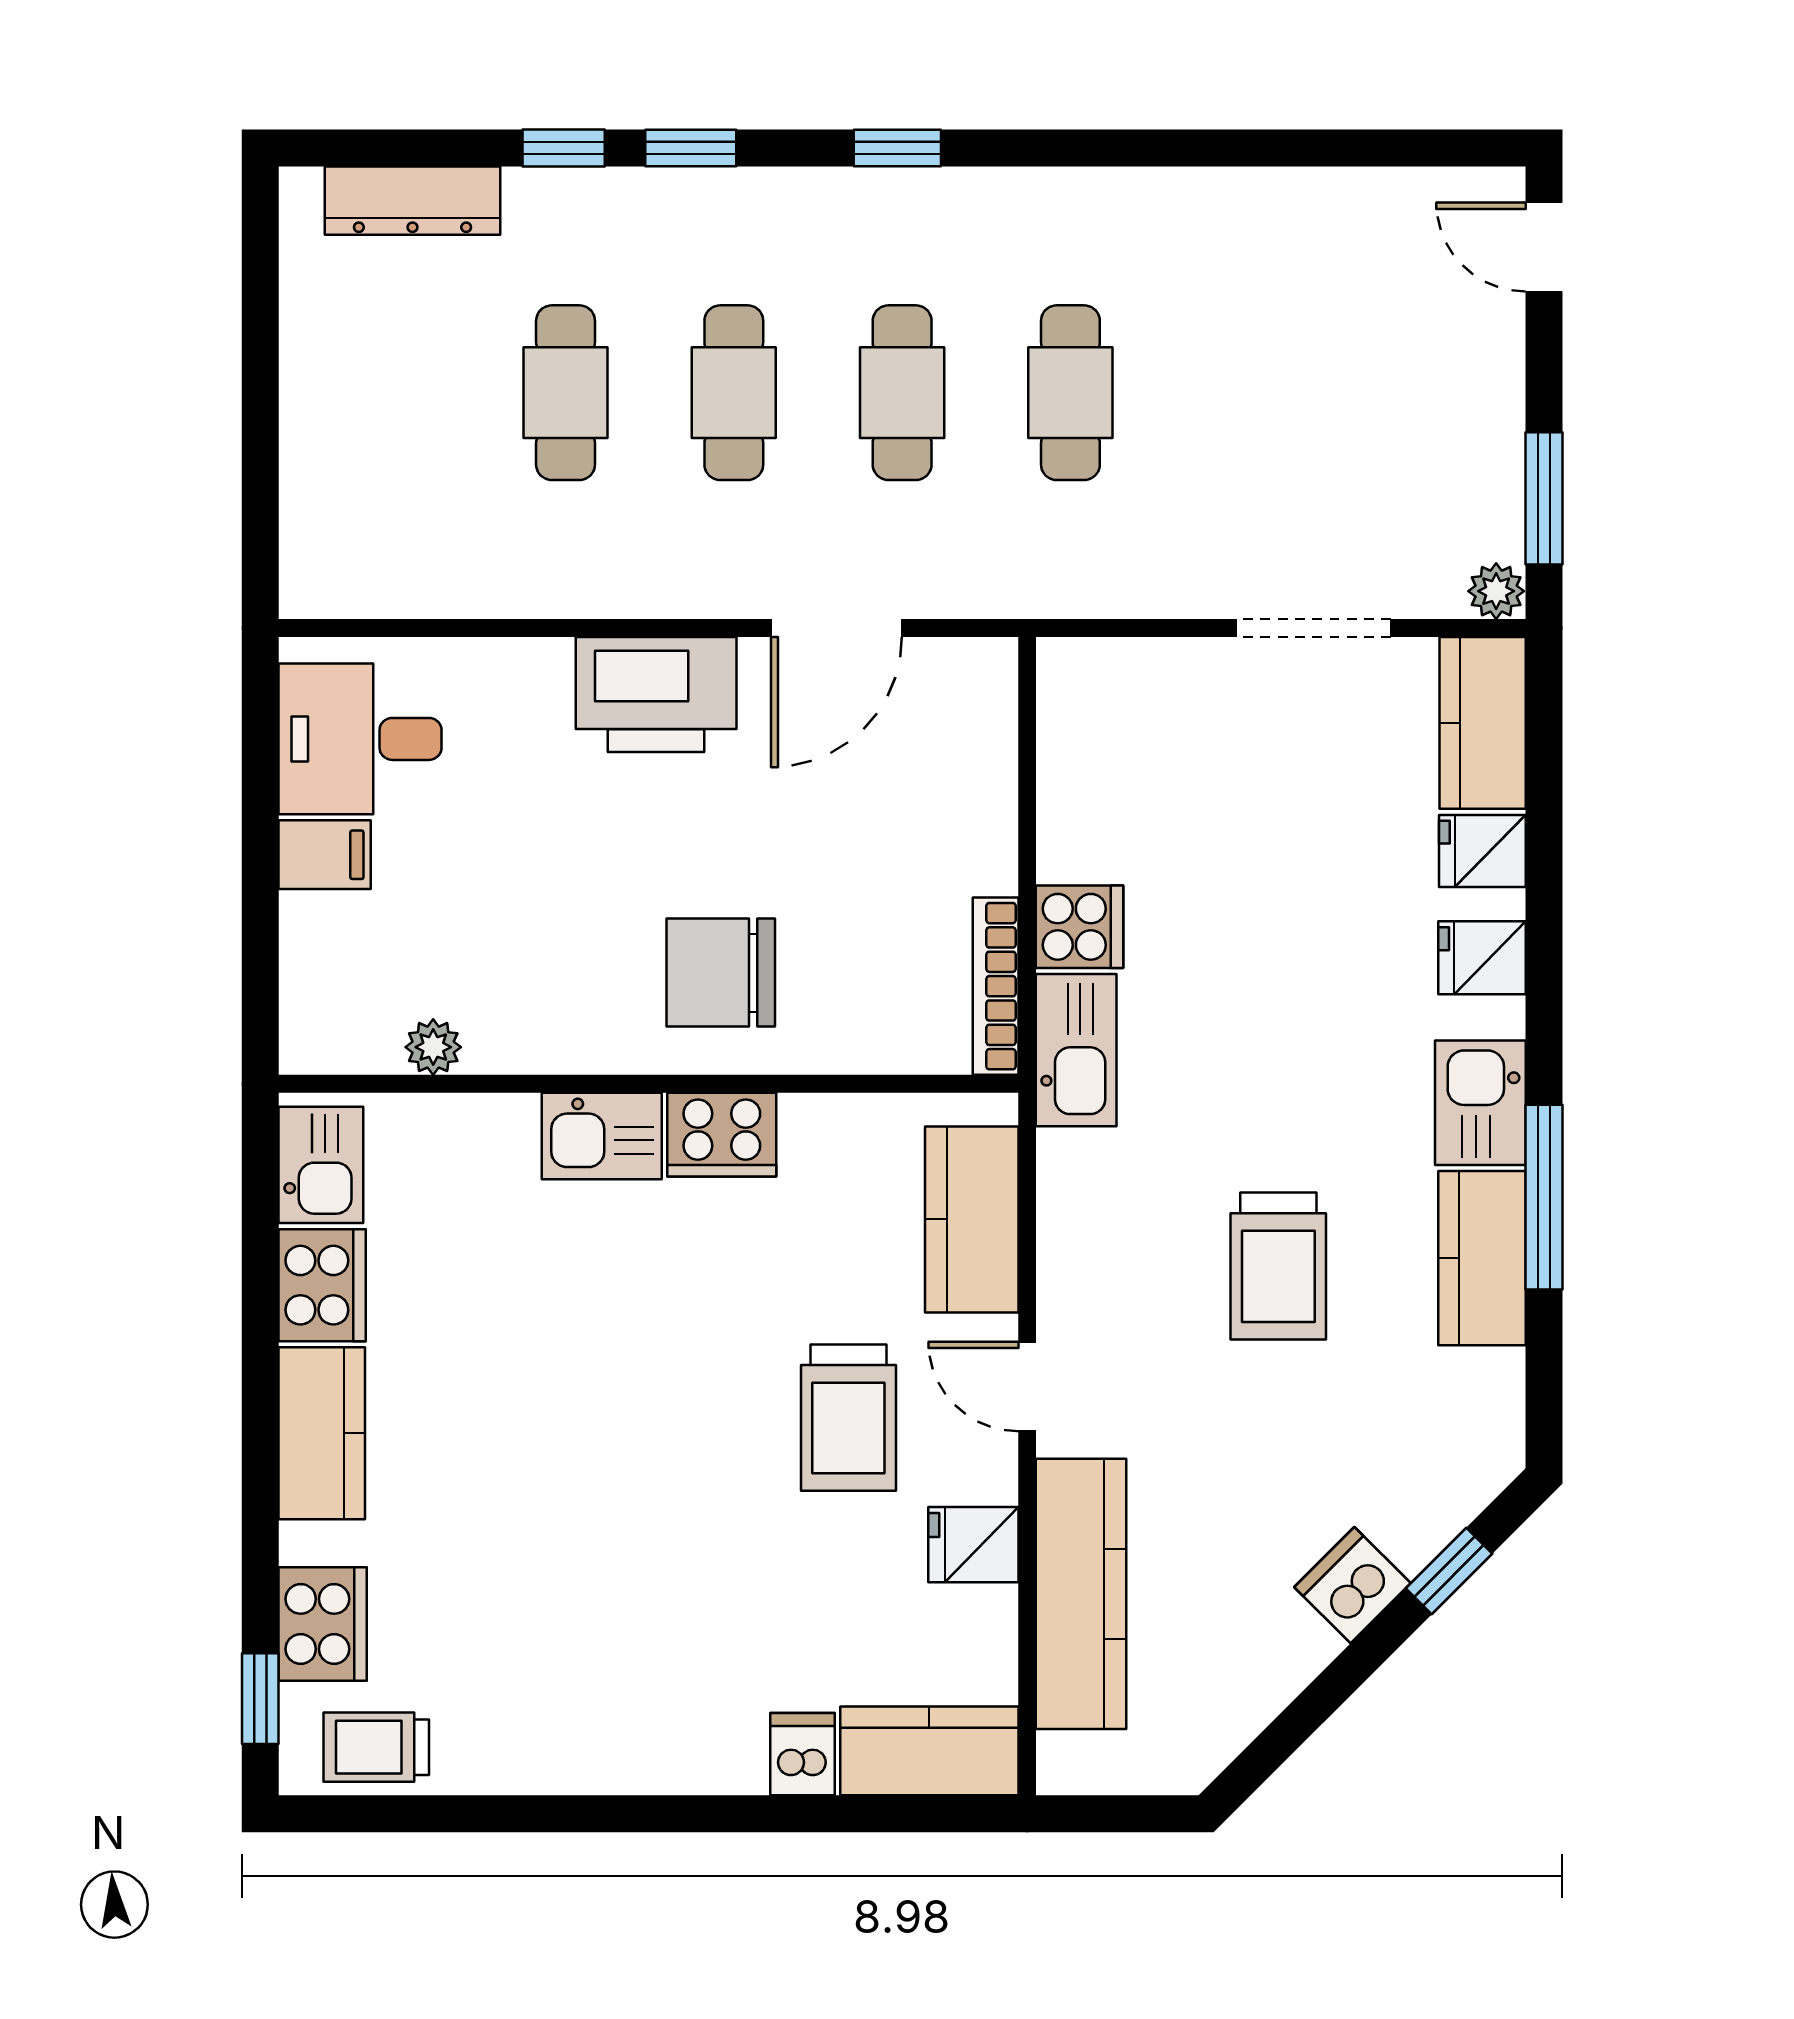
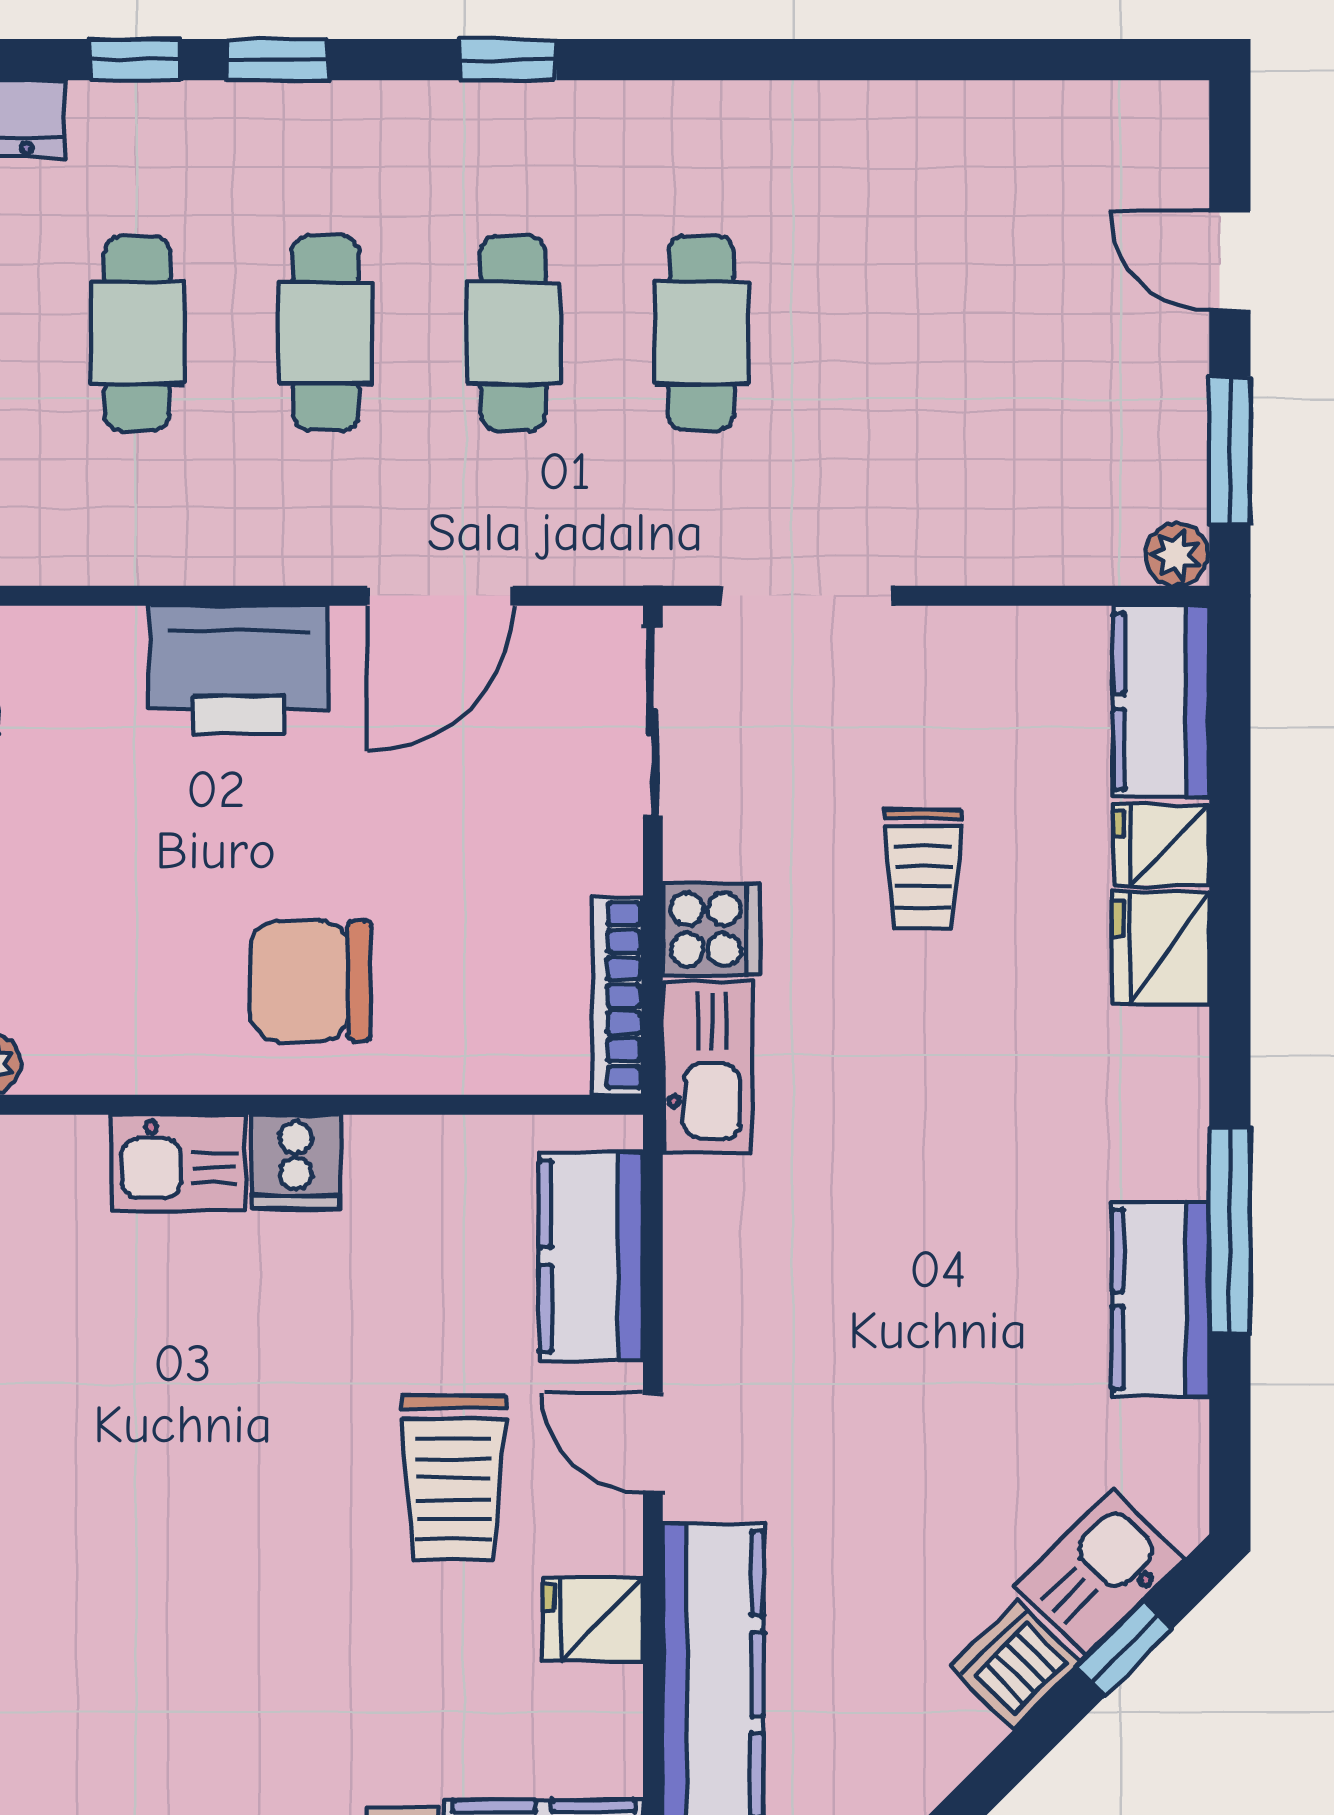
door: (1544, 247) -> (1230, 261), moved
doorway: (1314, 628) -> (806, 596), moved
sliding door: (1027, 741) -> (653, 722), added
fridge: (1482, 958) -> (1161, 948), width x1.38
kitchen sink: (1480, 1103) -> (1099, 1573), moved, turned 45
cooker: (722, 1135) -> (296, 1161), width x0.73
trolley: (1278, 1266) -> (923, 869), moved, width x0.73, depth x0.72

